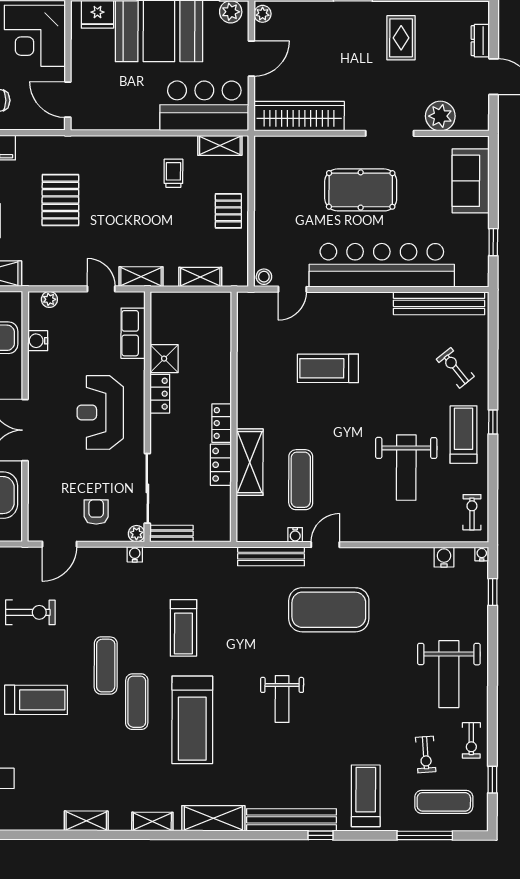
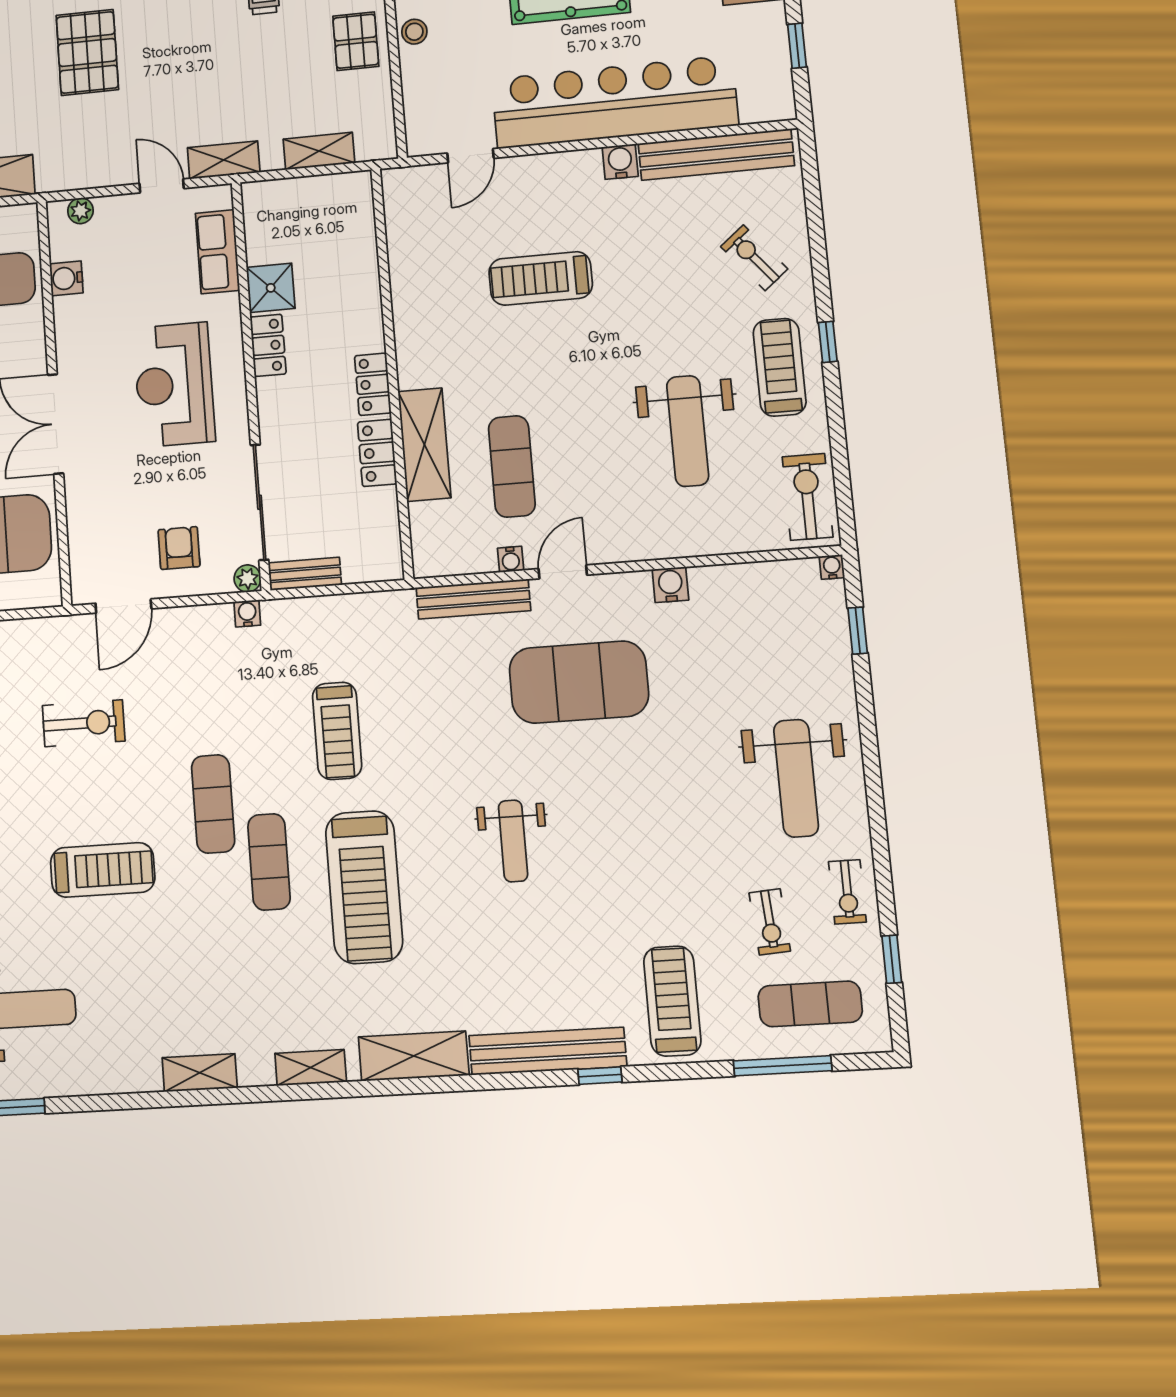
stool: (264, 277) -> (414, 32), moved
water cooler: (382, 302) -> (620, 162), added
exercise bike: (472, 512) -> (808, 497), width x1.38, depth x1.39
water cooler: (444, 557) -> (670, 585), moved

